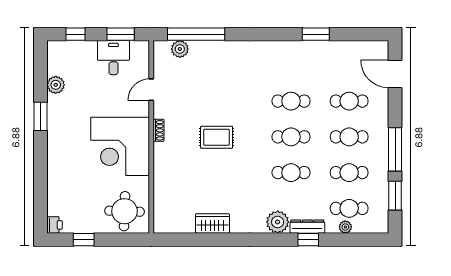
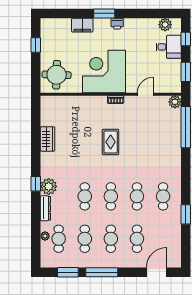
plant: (180, 49) -> (175, 102), moved
desk: (113, 58) -> (169, 47), moved
cafe table: (291, 65) -> (163, 196), added
plant: (56, 85) -> (165, 25), moved
door: (151, 90) -> (145, 94), hinge flipped
window: (41, 116) -> (104, 13), moved
filing cabinet: (56, 176) -> (82, 25), added
printer: (54, 225) -> (117, 24), moved
window: (308, 240) -> (36, 184), moved

